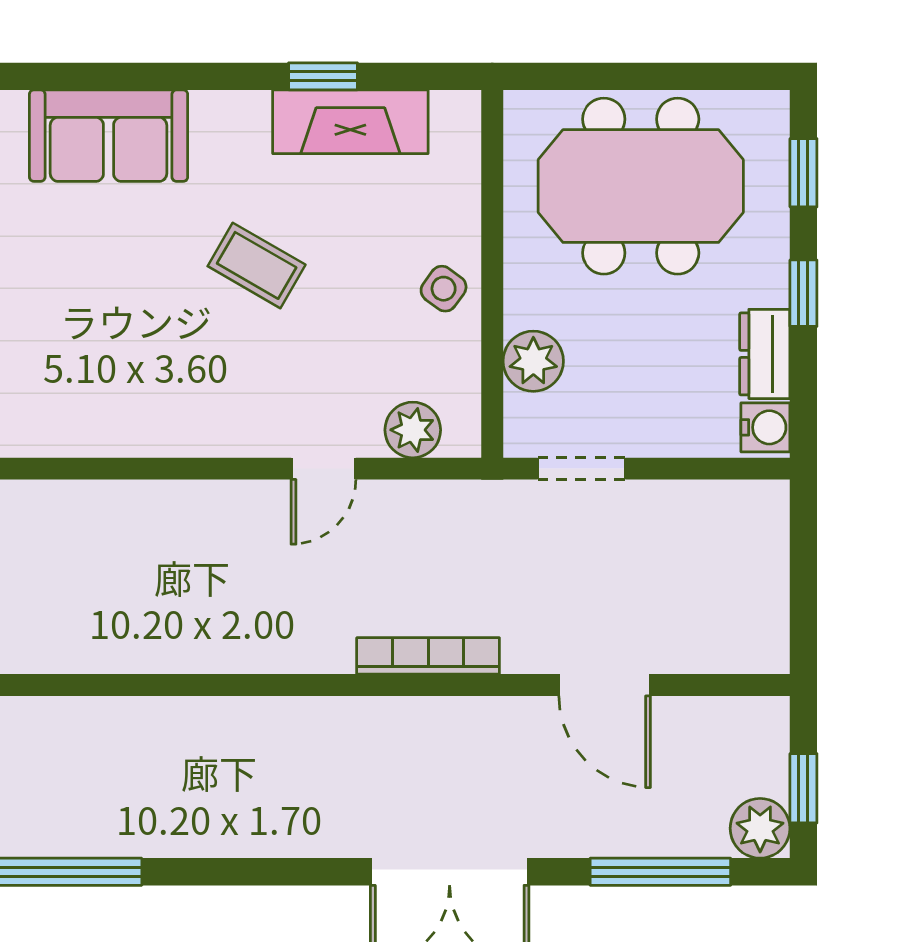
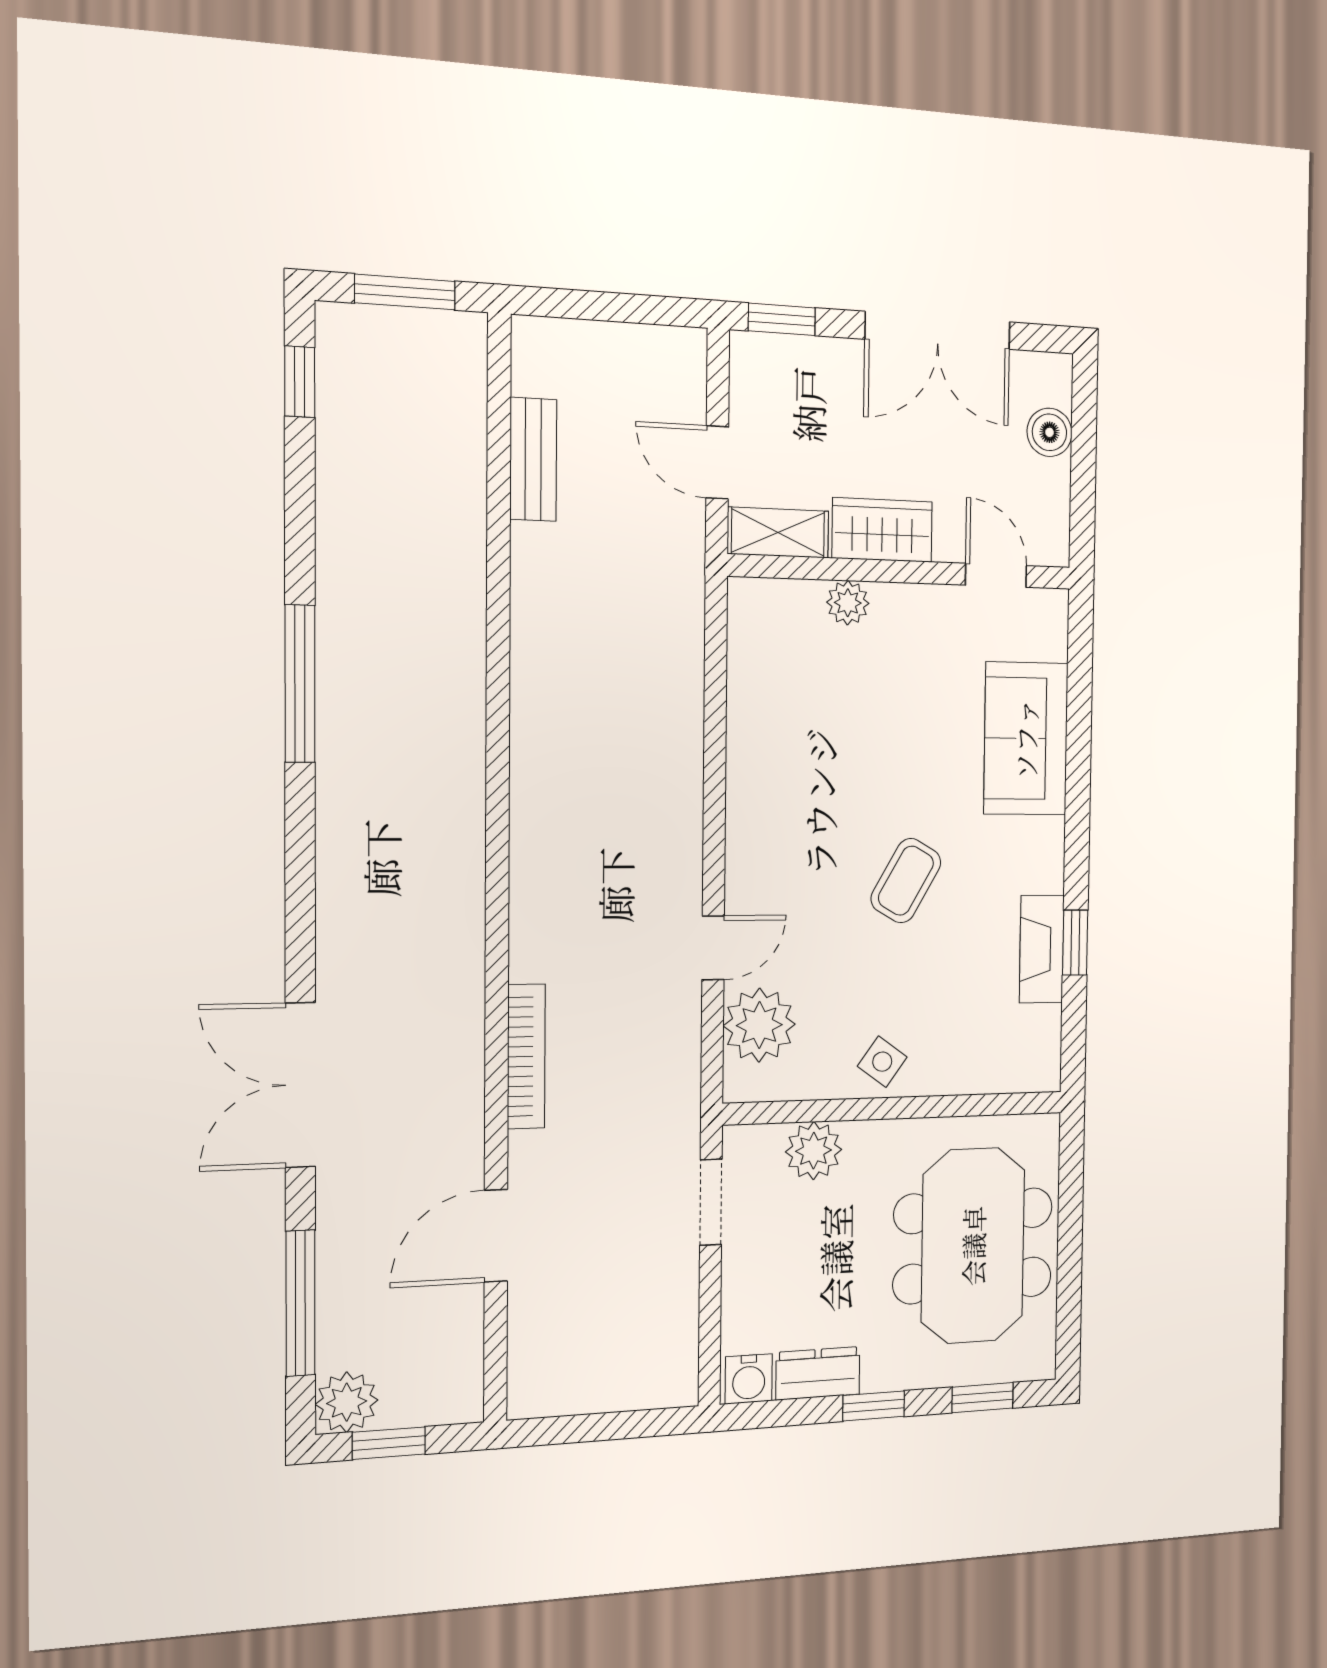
fireplace: (350, 122) -> (1042, 949), width x0.73, depth x0.76
plant: (413, 430) -> (759, 1025), width x1.36, depth x1.36
door: (323, 469) -> (713, 948), swing flipped

